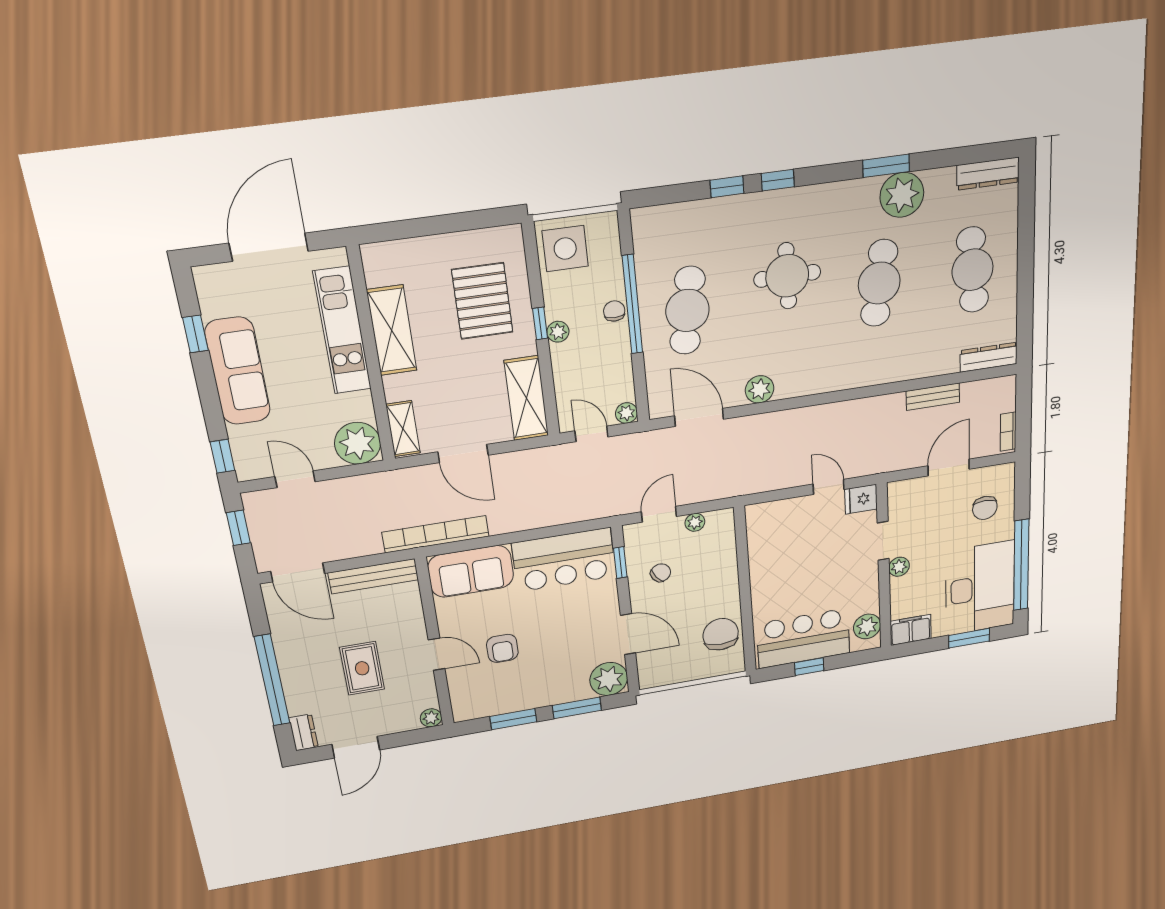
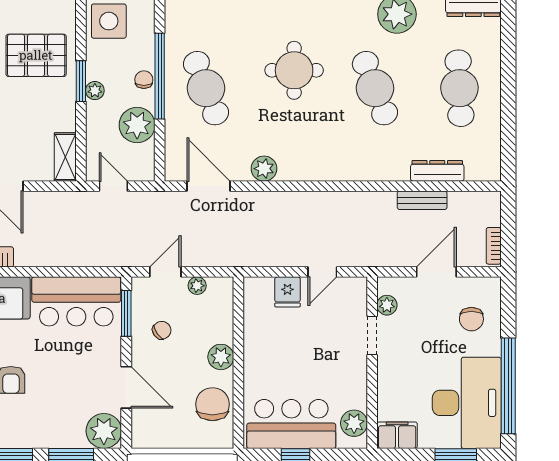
cafe table: (879, 283) -> (375, 88), turned -30
pallet: (482, 301) -> (36, 55), turned 90
cafe table: (688, 310) -> (206, 88), turned -30
window: (540, 323) -> (81, 81), width x1.50
dresser: (989, 357) -> (437, 171), moved
shelving: (526, 398) -> (65, 157), width x0.67, depth x0.75
plant: (626, 413) -> (137, 125), moved, width x1.87, depth x1.87
door: (829, 487) -> (322, 272), swing flipped
fridge: (861, 499) -> (287, 292), moved, turned -90
window: (620, 563) -> (126, 313), width x1.50
plant: (899, 567) -> (387, 305), moved
plant: (726, 588) -> (221, 357), added

